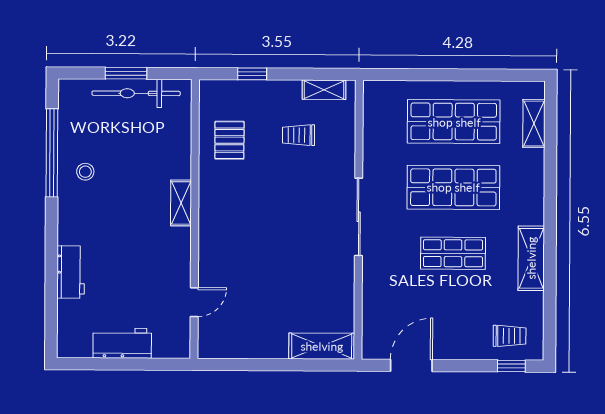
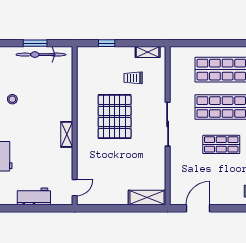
pallet: (229, 140) -> (115, 117), moved, width x2.05, depth x2.00
shelving: (181, 203) -> (67, 134), moved
door: (194, 302) -> (75, 188), moved

